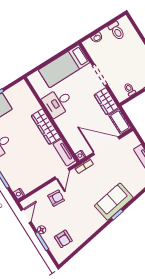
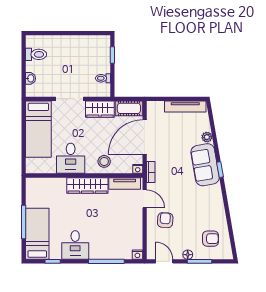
stool: (71, 128) -> (104, 161), added
plant: (134, 190) -> (207, 137), added

